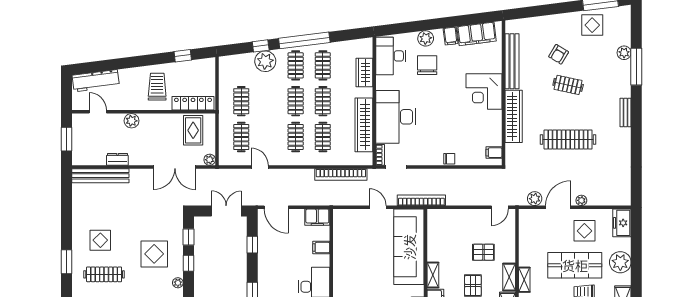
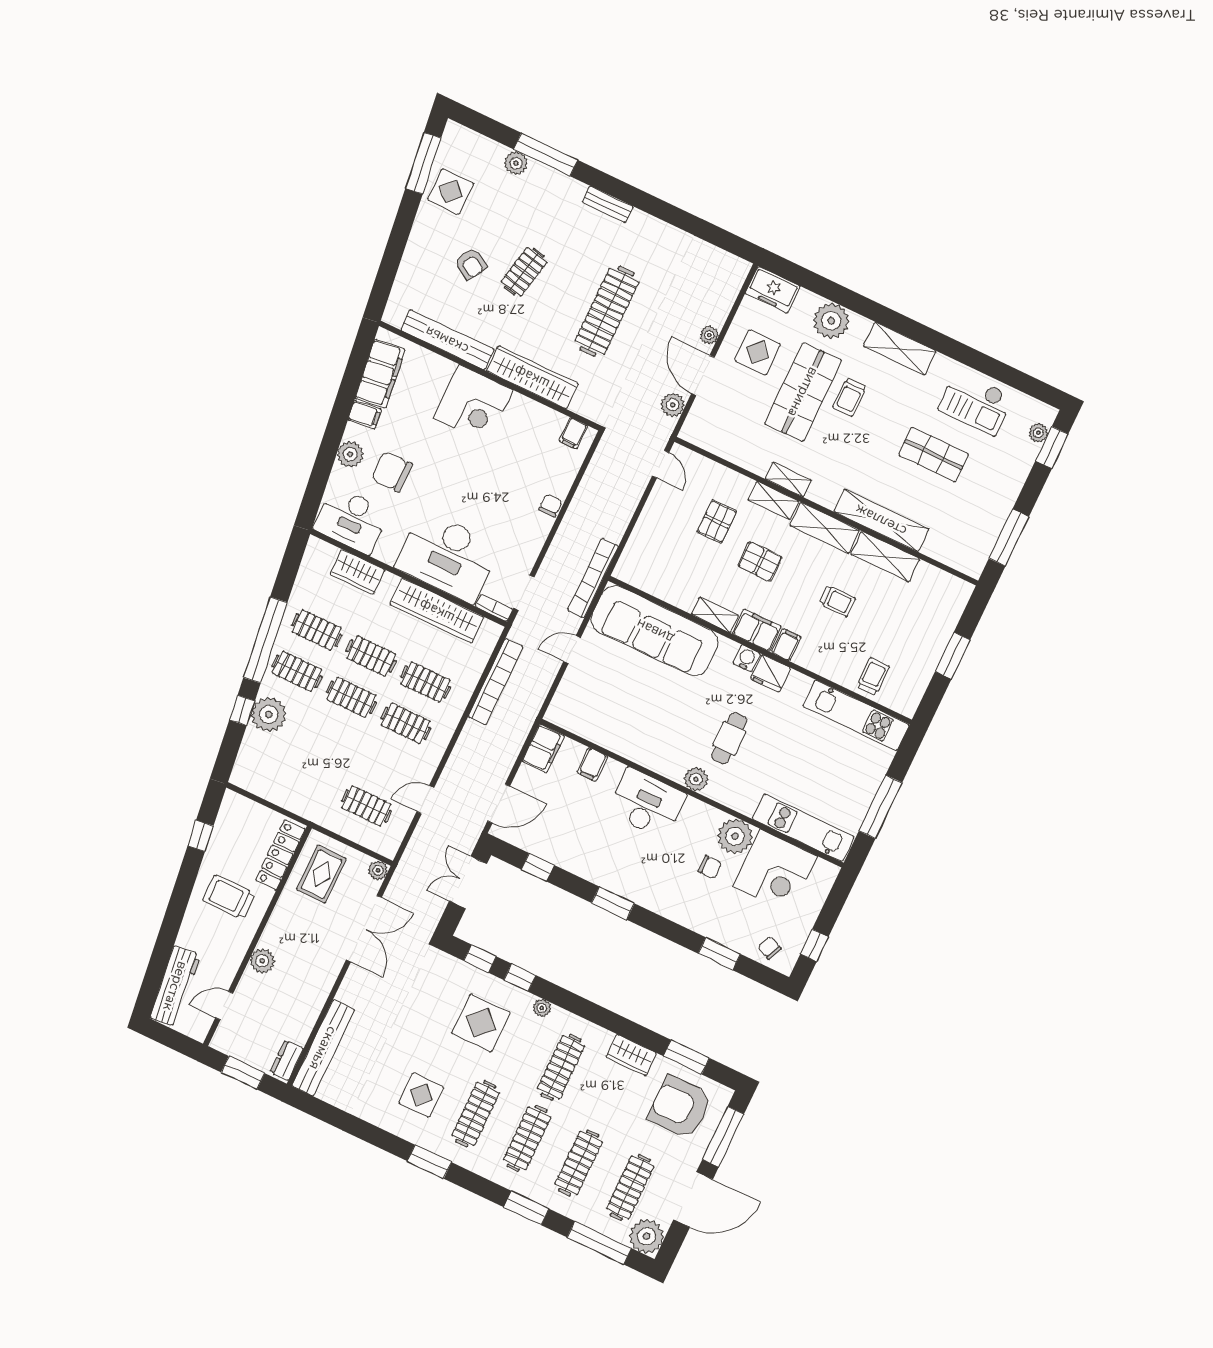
clothes rail: (241, 101) -> (312, 780), removed
rug: (193, 130) -> (321, 874), turned 90
dresser: (117, 159) -> (287, 1060), moved

